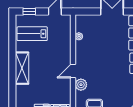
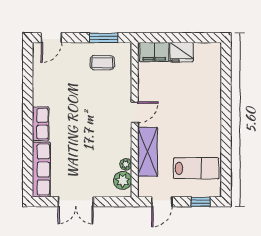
shelving: (22, 68) -> (148, 152), moved
plant: (81, 85) -> (123, 180), moved

